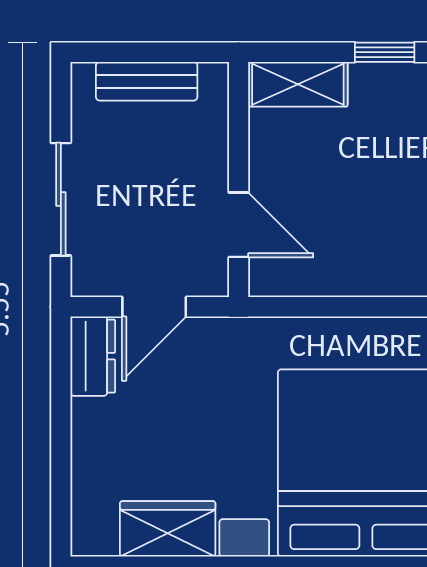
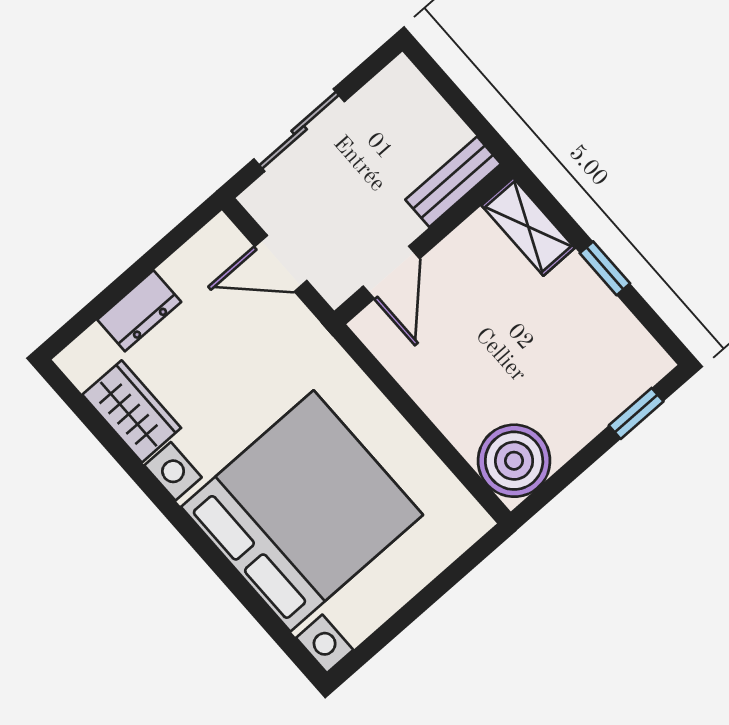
bench: (147, 81) -> (453, 182), moved, turned 90
dresser: (93, 356) -> (139, 311), moved

